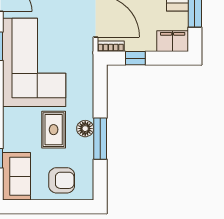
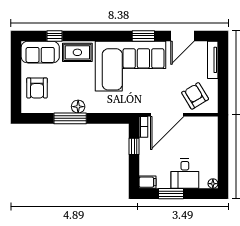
filing cabinet: (173, 41) -> (147, 182), width x0.50
rug: (54, 130) -> (77, 52), moved

